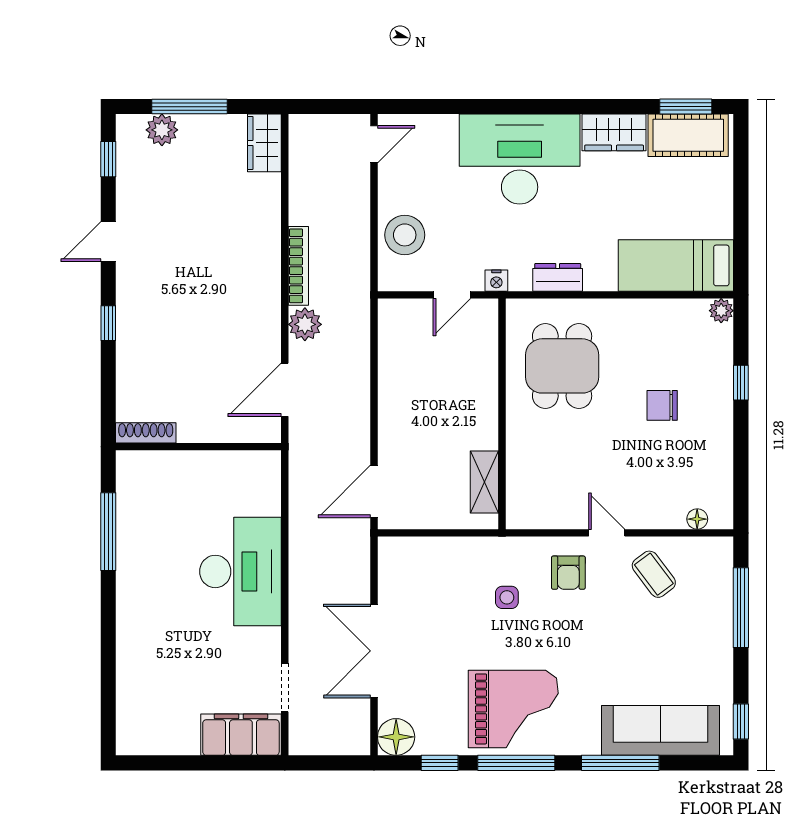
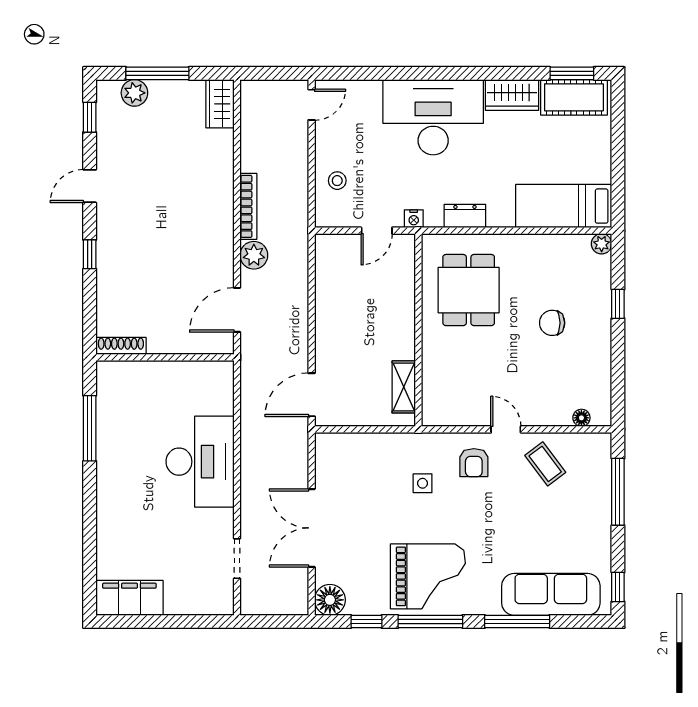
stool: (405, 235) -> (337, 181), width x0.53, depth x0.53
filing cabinet: (241, 735) -> (129, 598), moved

